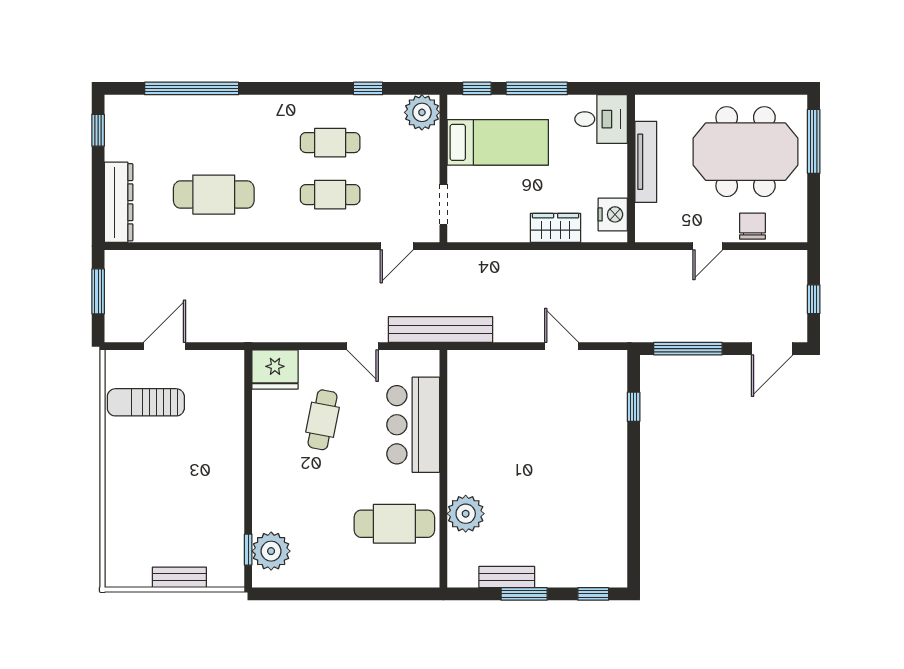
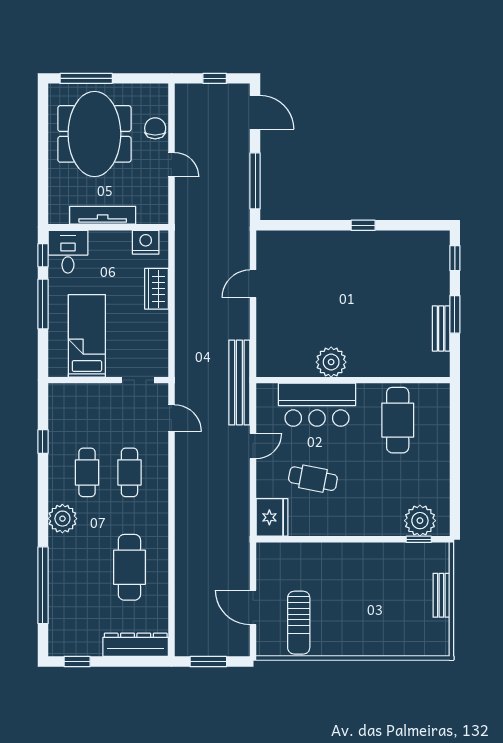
window: (477, 88) -> (43, 255), moved
plant: (422, 112) -> (62, 519), moved
chair: (752, 226) -> (155, 128), turned 90
window: (634, 407) -> (363, 225), moved
plant: (466, 514) -> (331, 362), moved

